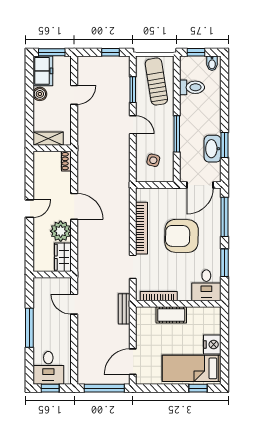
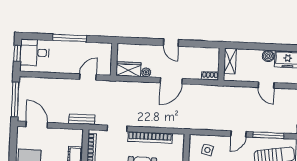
window: (133, 90) -> (268, 135), width x1.44
plant: (61, 231) -> (146, 72), width x0.53, depth x0.53

